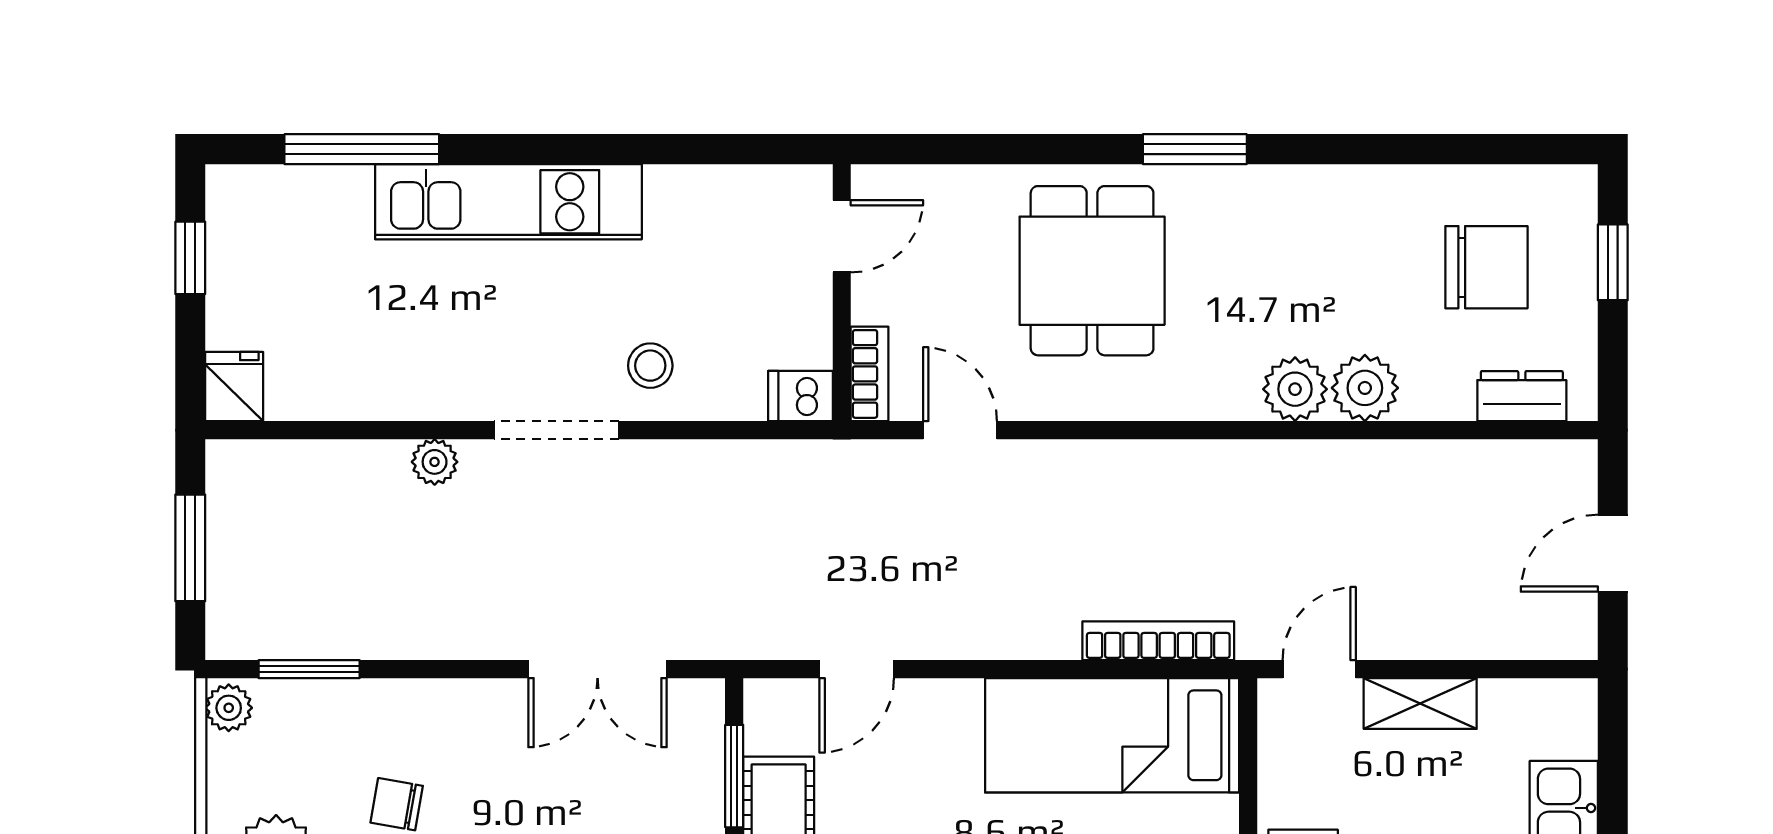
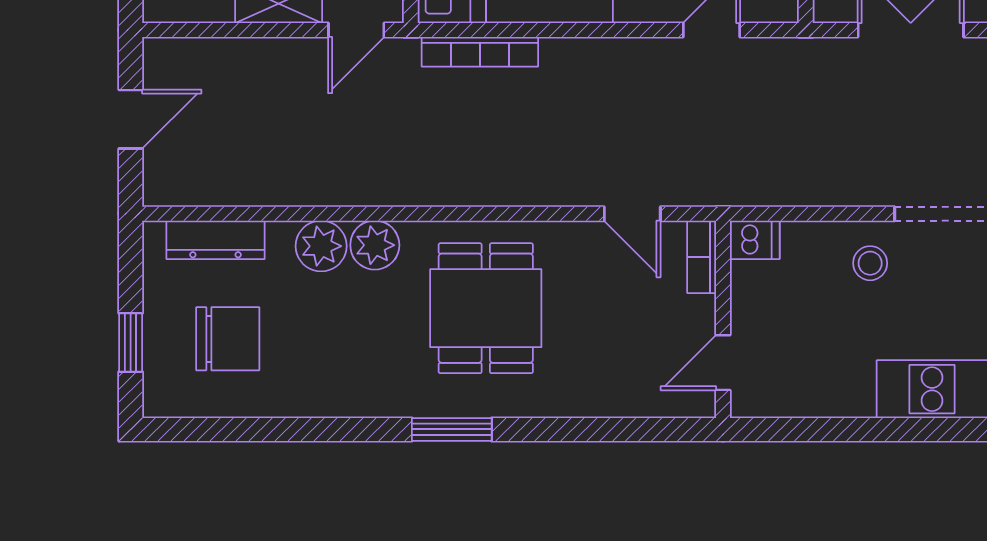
chair: (1486, 267) -> (228, 339), turned 180
dining table: (1092, 271) -> (486, 308), moved
dresser: (1522, 396) -> (216, 240), width x1.44

